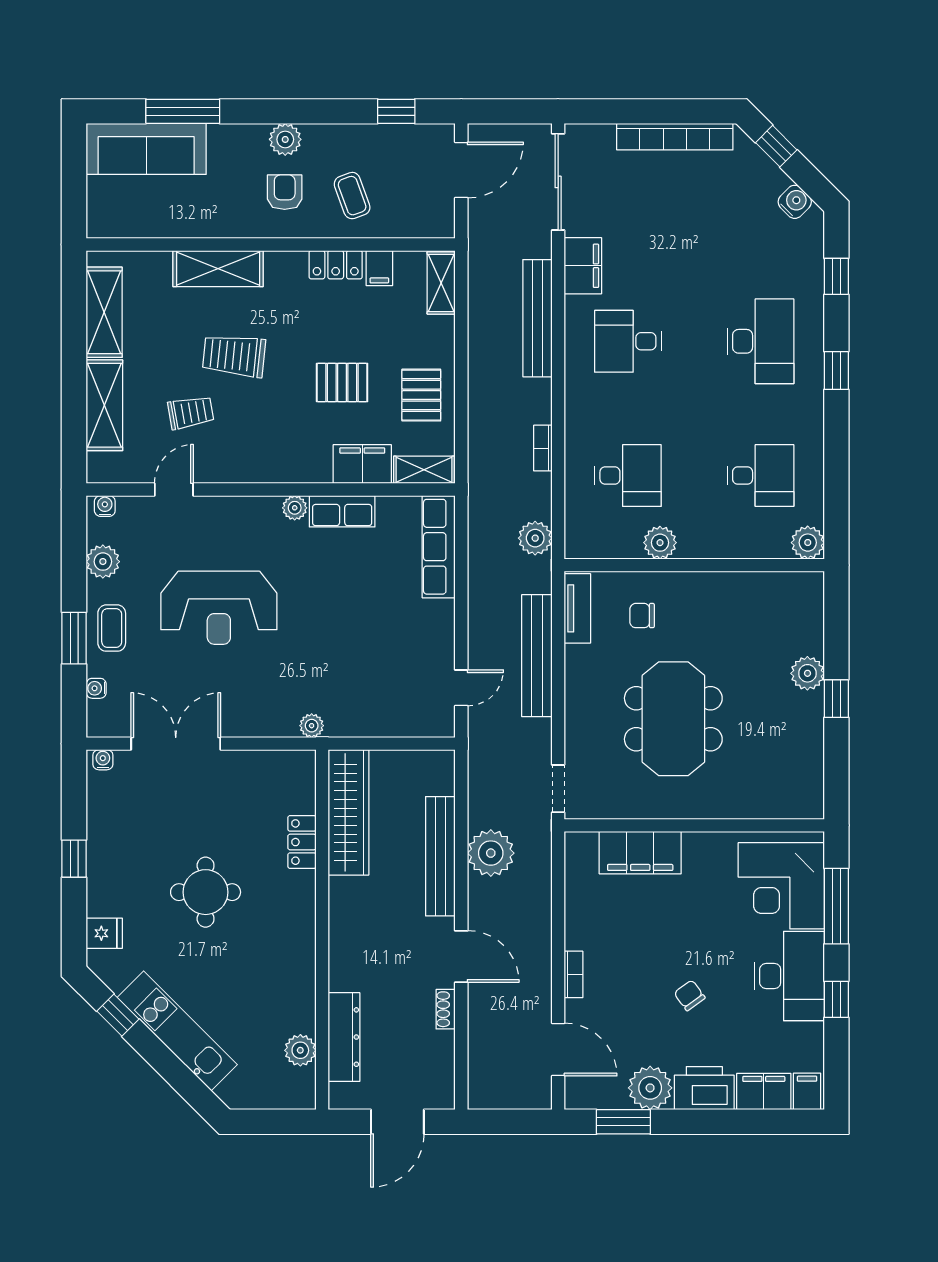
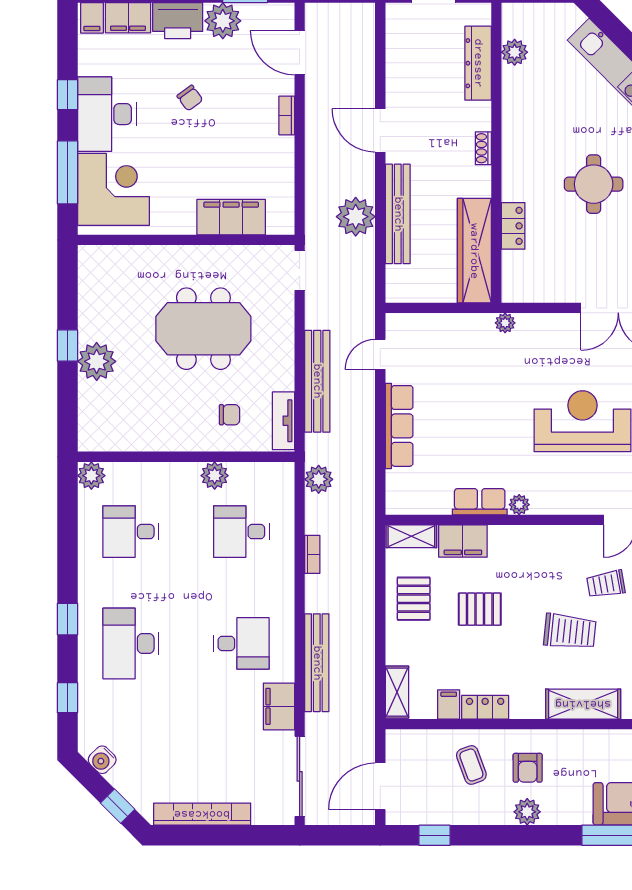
row of seats: (439, 547) -> (399, 426), moved
plant: (807, 673) -> (97, 361), width x1.36, depth x1.36
meeting table: (673, 719) -> (203, 329), turned 90
shoe rack: (446, 1009) -> (483, 148), moved, turned 180

